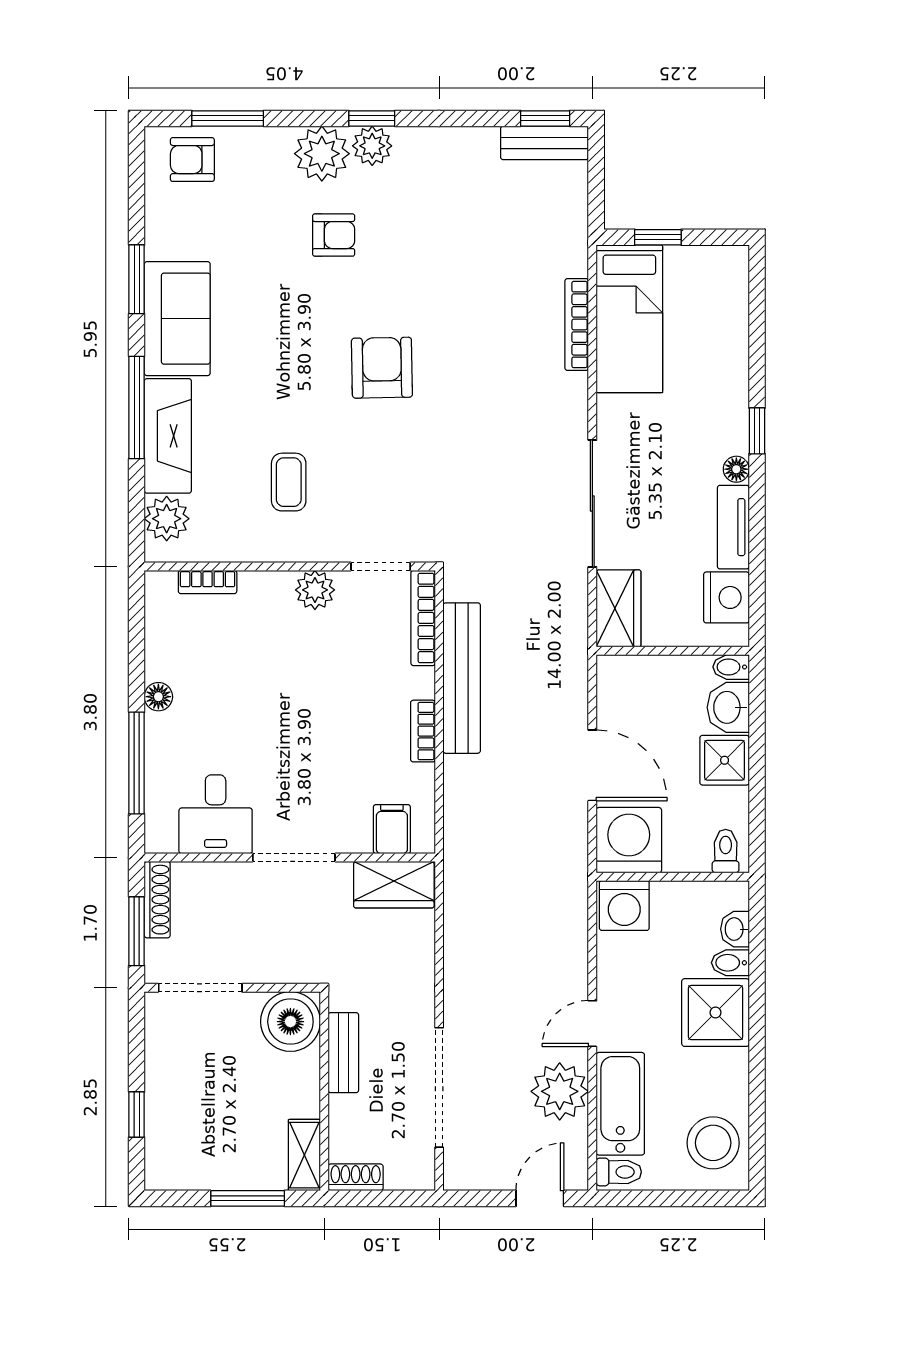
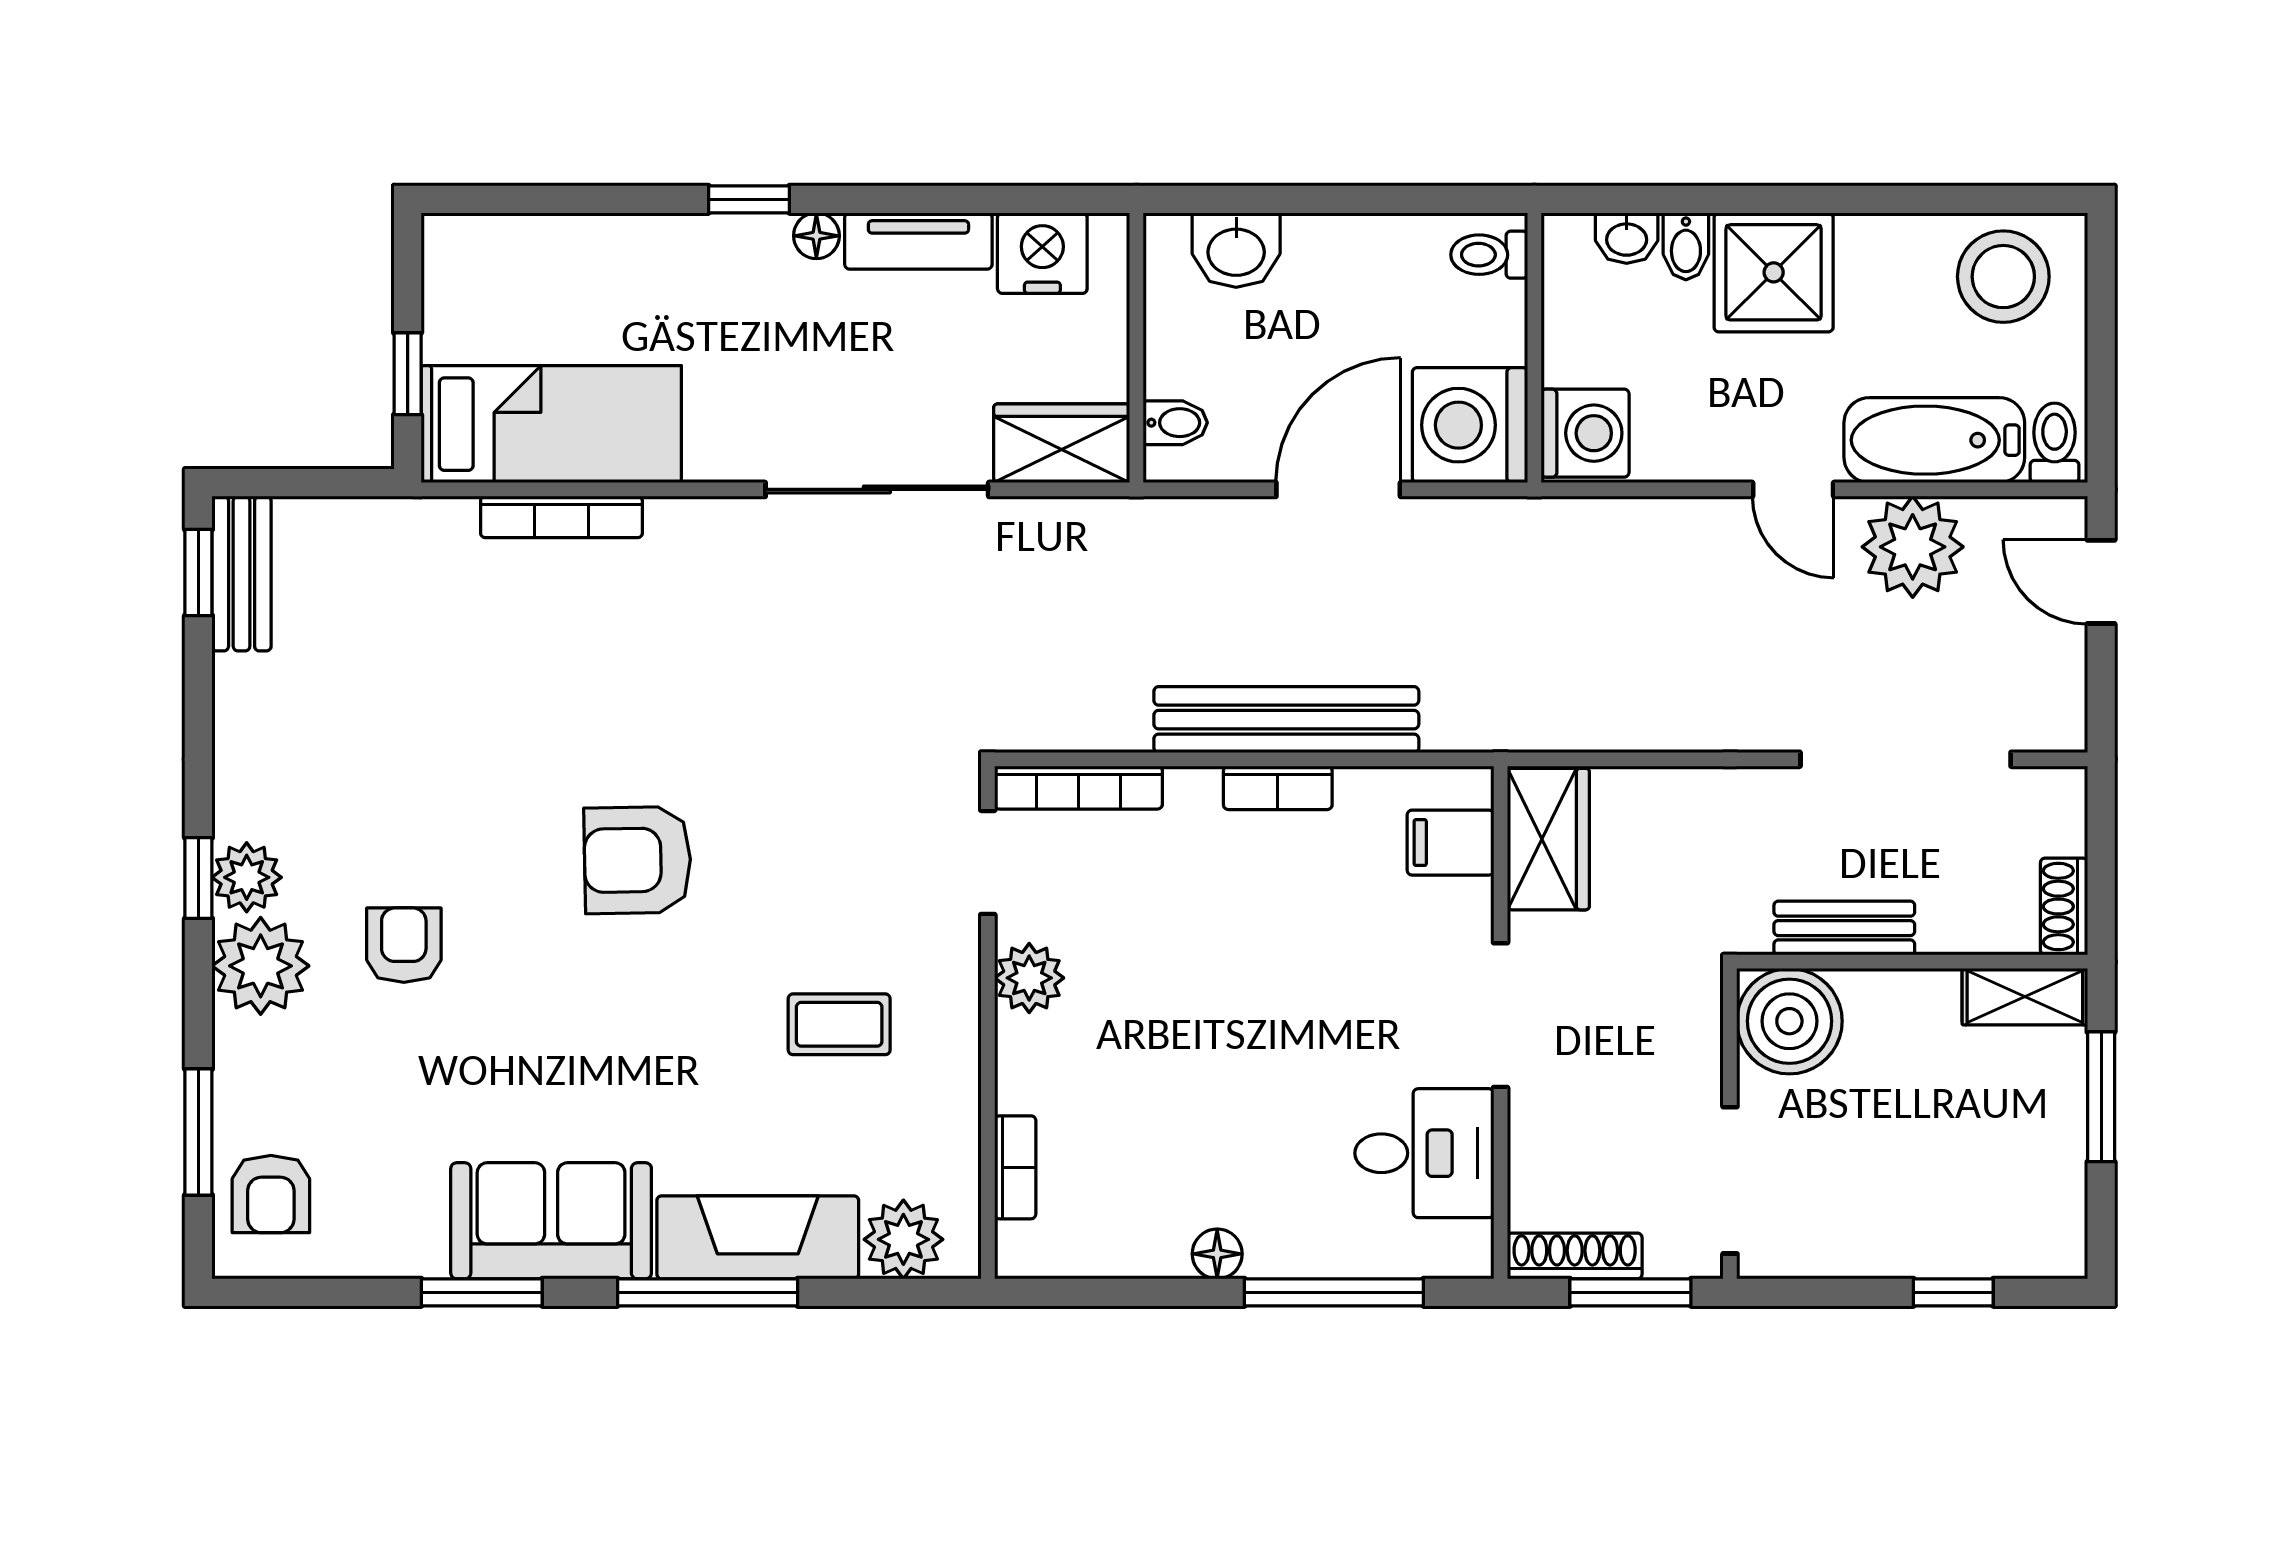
bidet: (731, 667) -> (1175, 423), moved, turned -90
bench: (462, 678) -> (1286, 720), moved
shower: (725, 760) -> (1329, 256), removed

